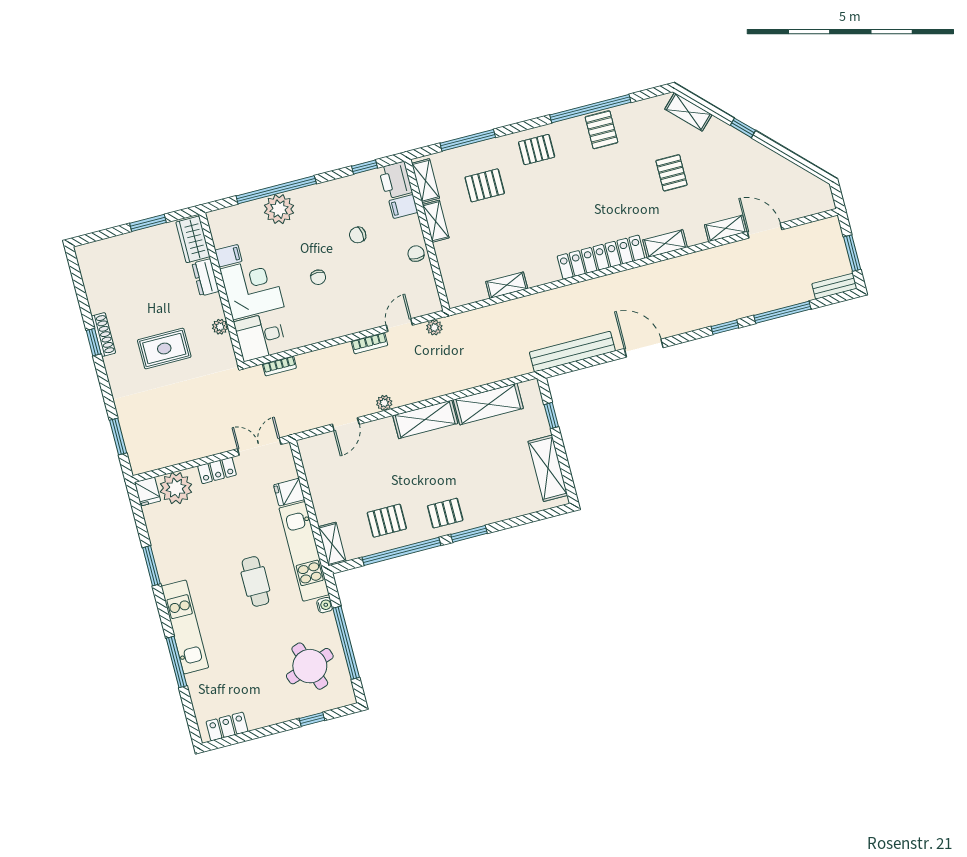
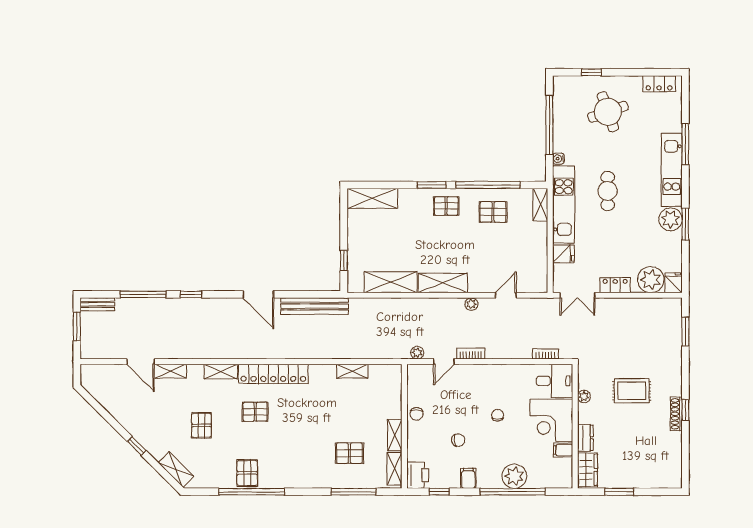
pallet: (537, 150) -> (255, 412), moved
filing cabinet: (403, 206) -> (468, 478), moved, turned -90
shelving: (548, 468) -> (372, 198), moved, turned 90
plant: (171, 567) -> (670, 219), added
round table: (310, 666) -> (608, 112), moved

